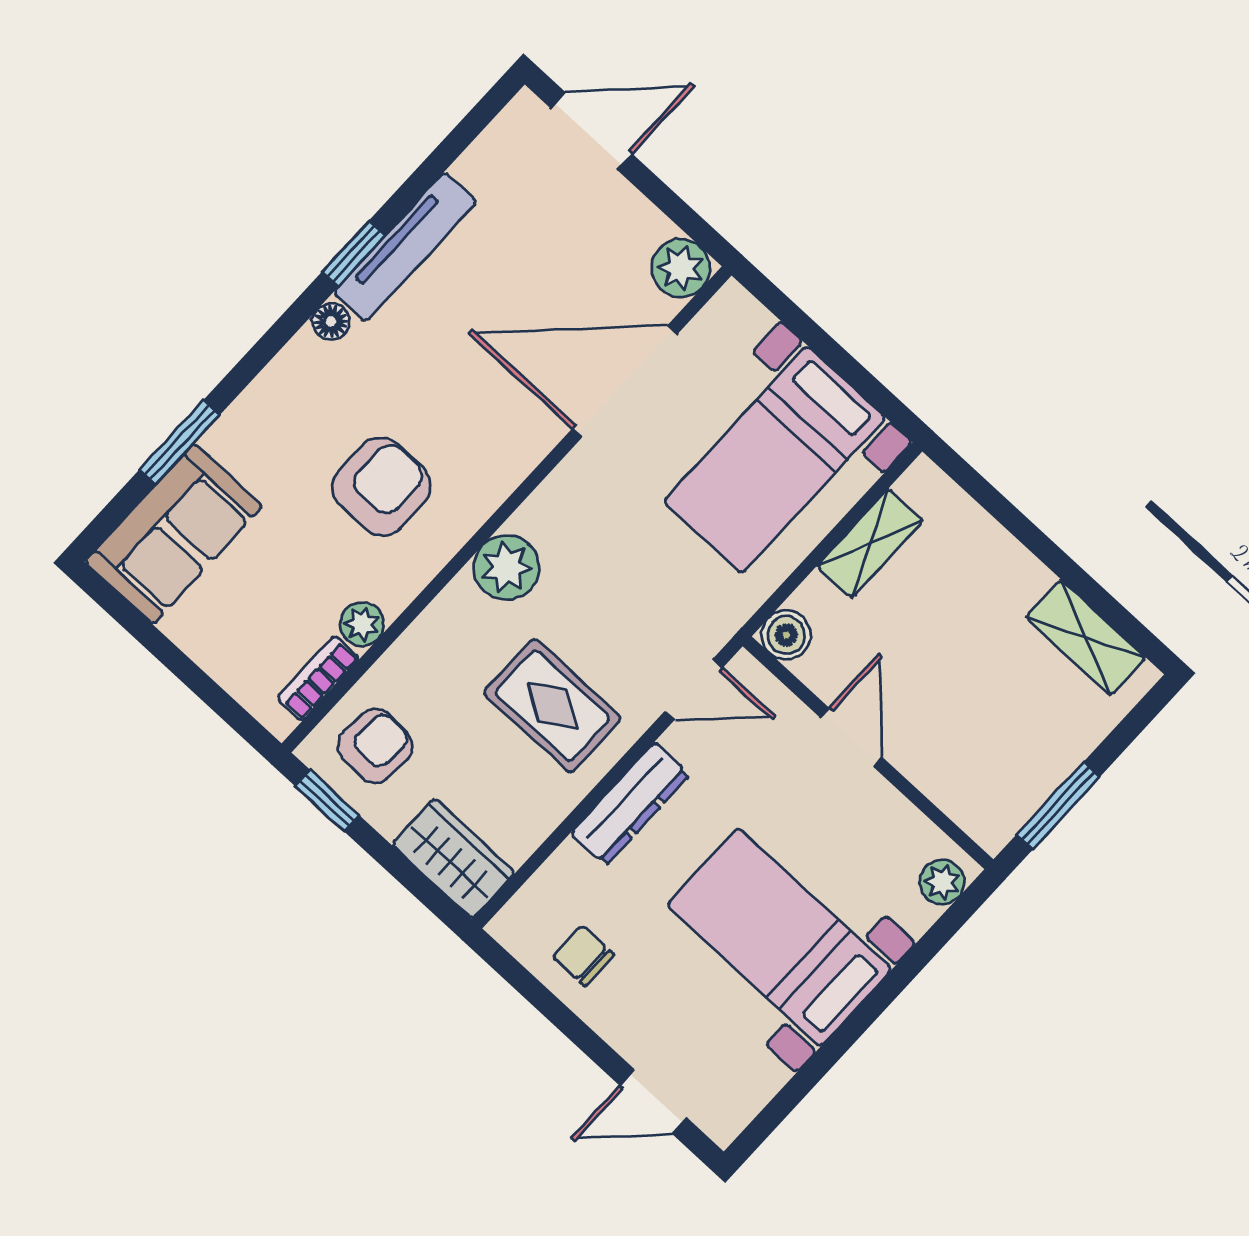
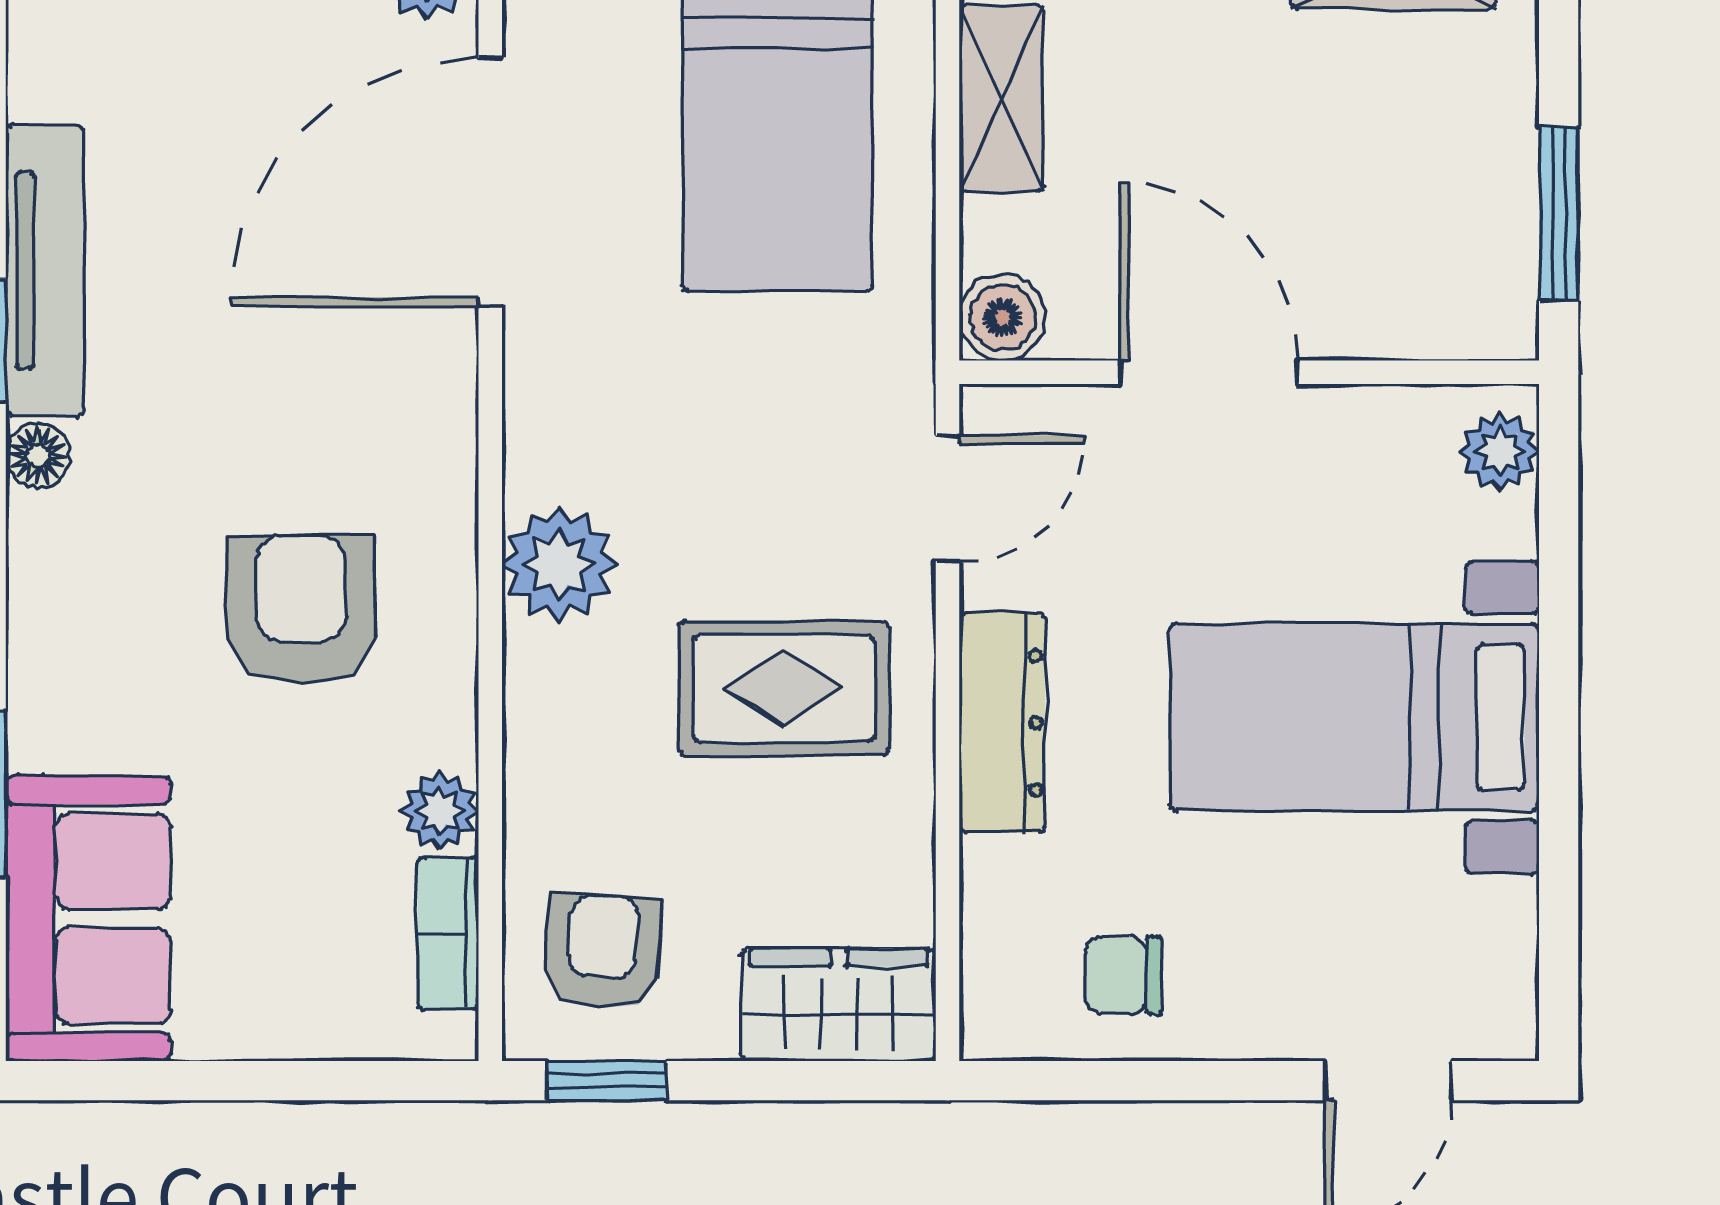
door: (851, 737) -> (1209, 372), width x1.38

